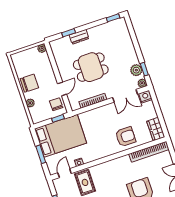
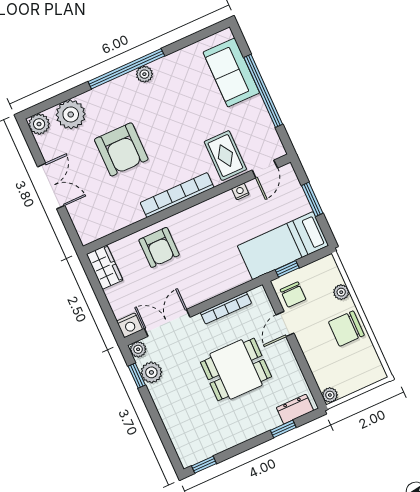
dresser: (79, 37) -> (295, 409), moved
bed: (61, 136) -> (283, 246), width x0.67
armchair: (125, 137) -> (159, 247), turned -90
bookcase: (149, 152) -> (177, 195), moved

